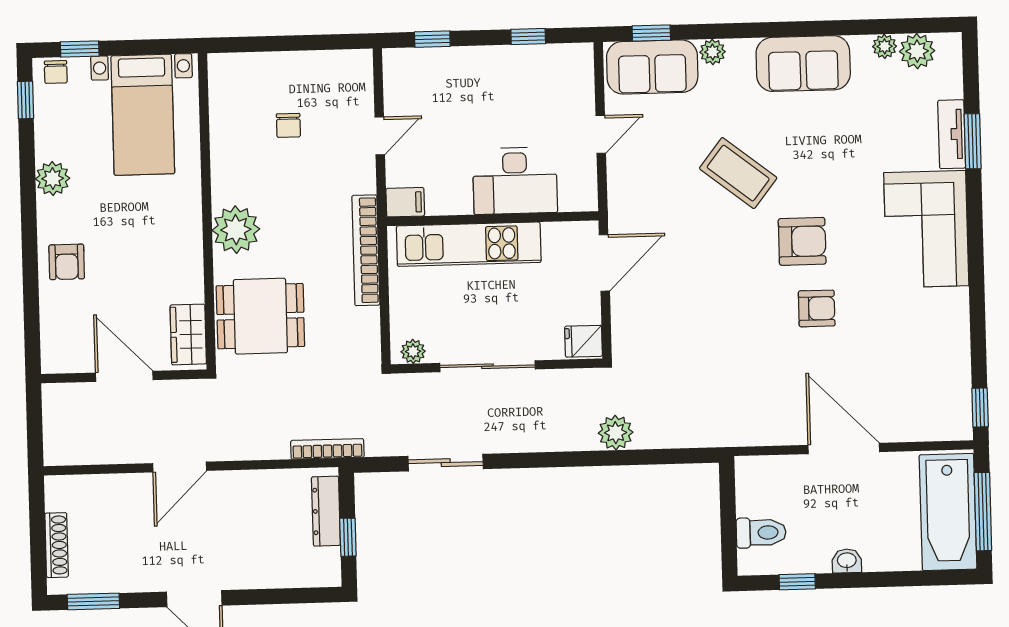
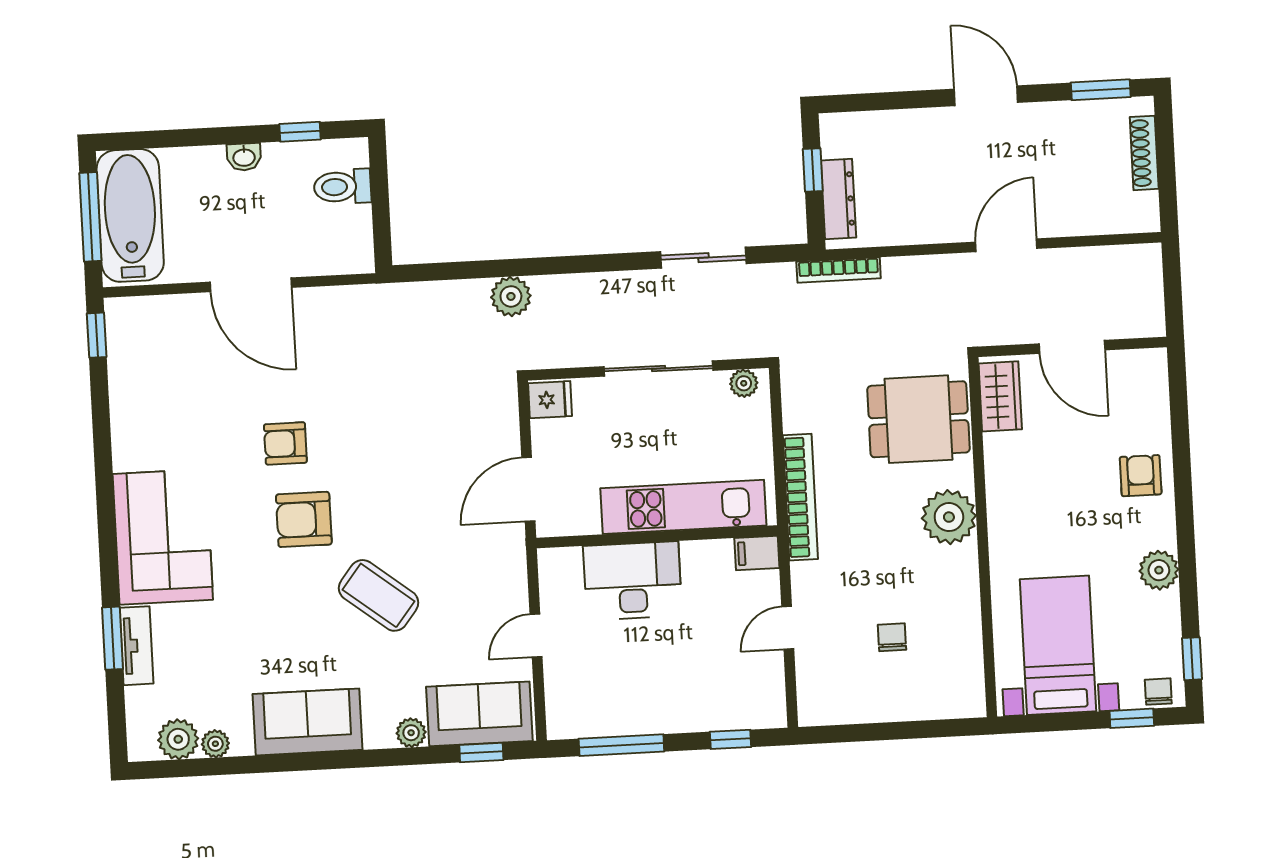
window: (528, 36) -> (621, 745), width x2.17

